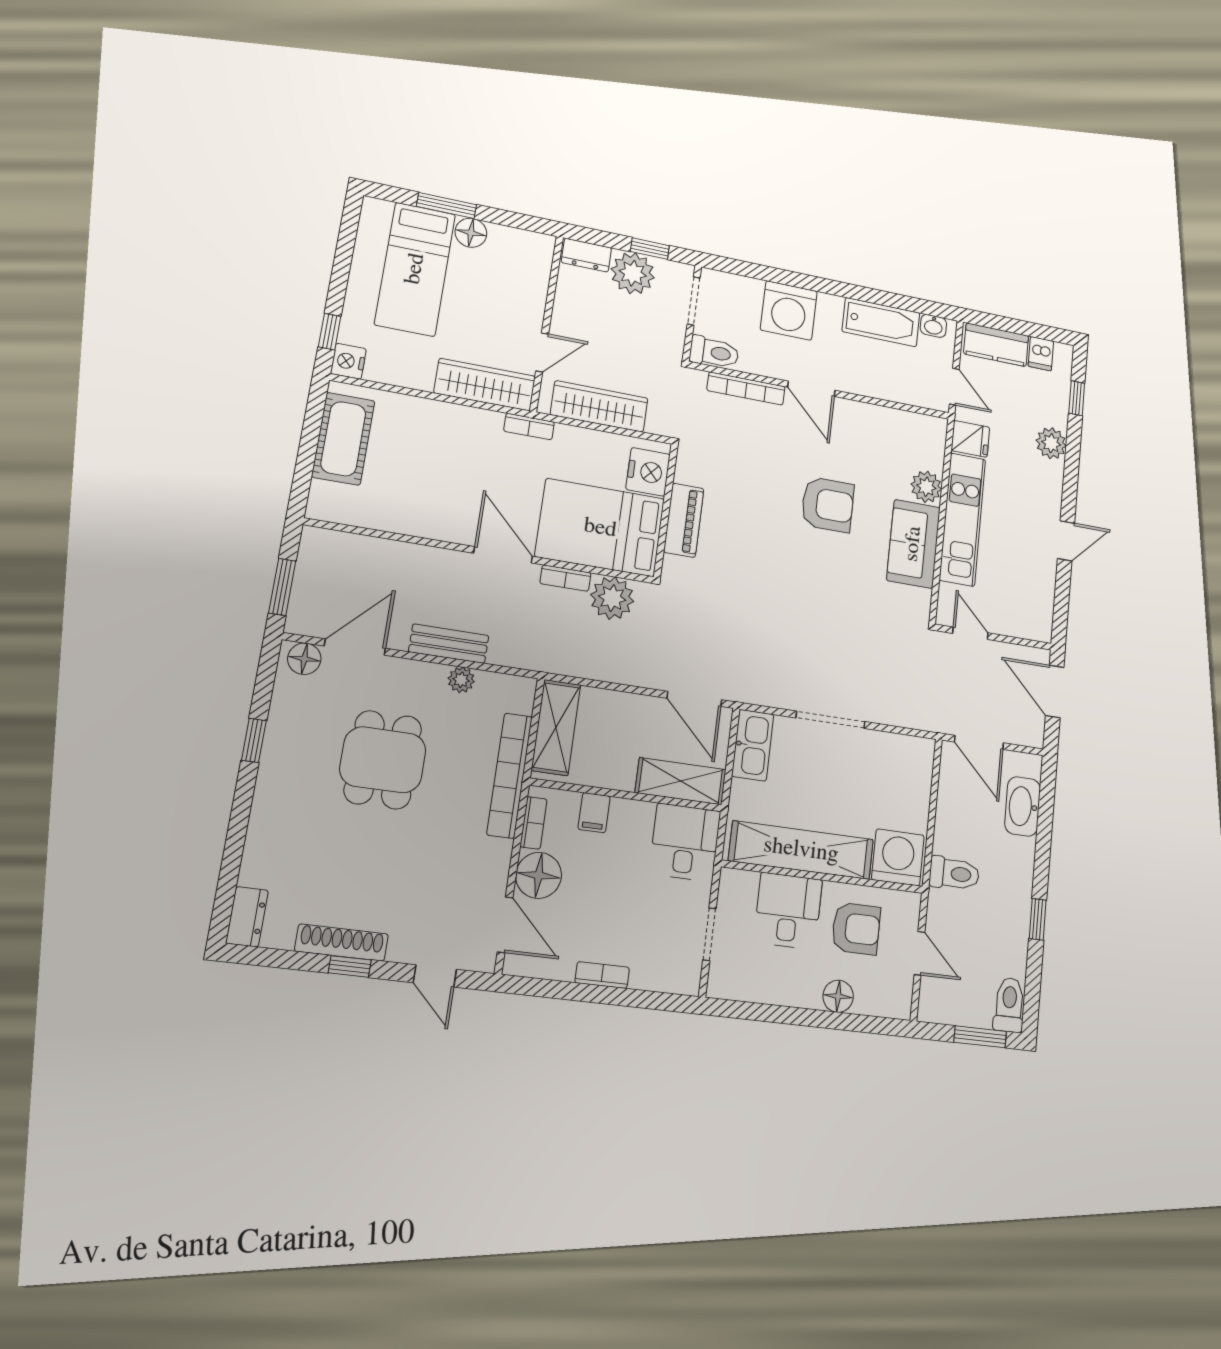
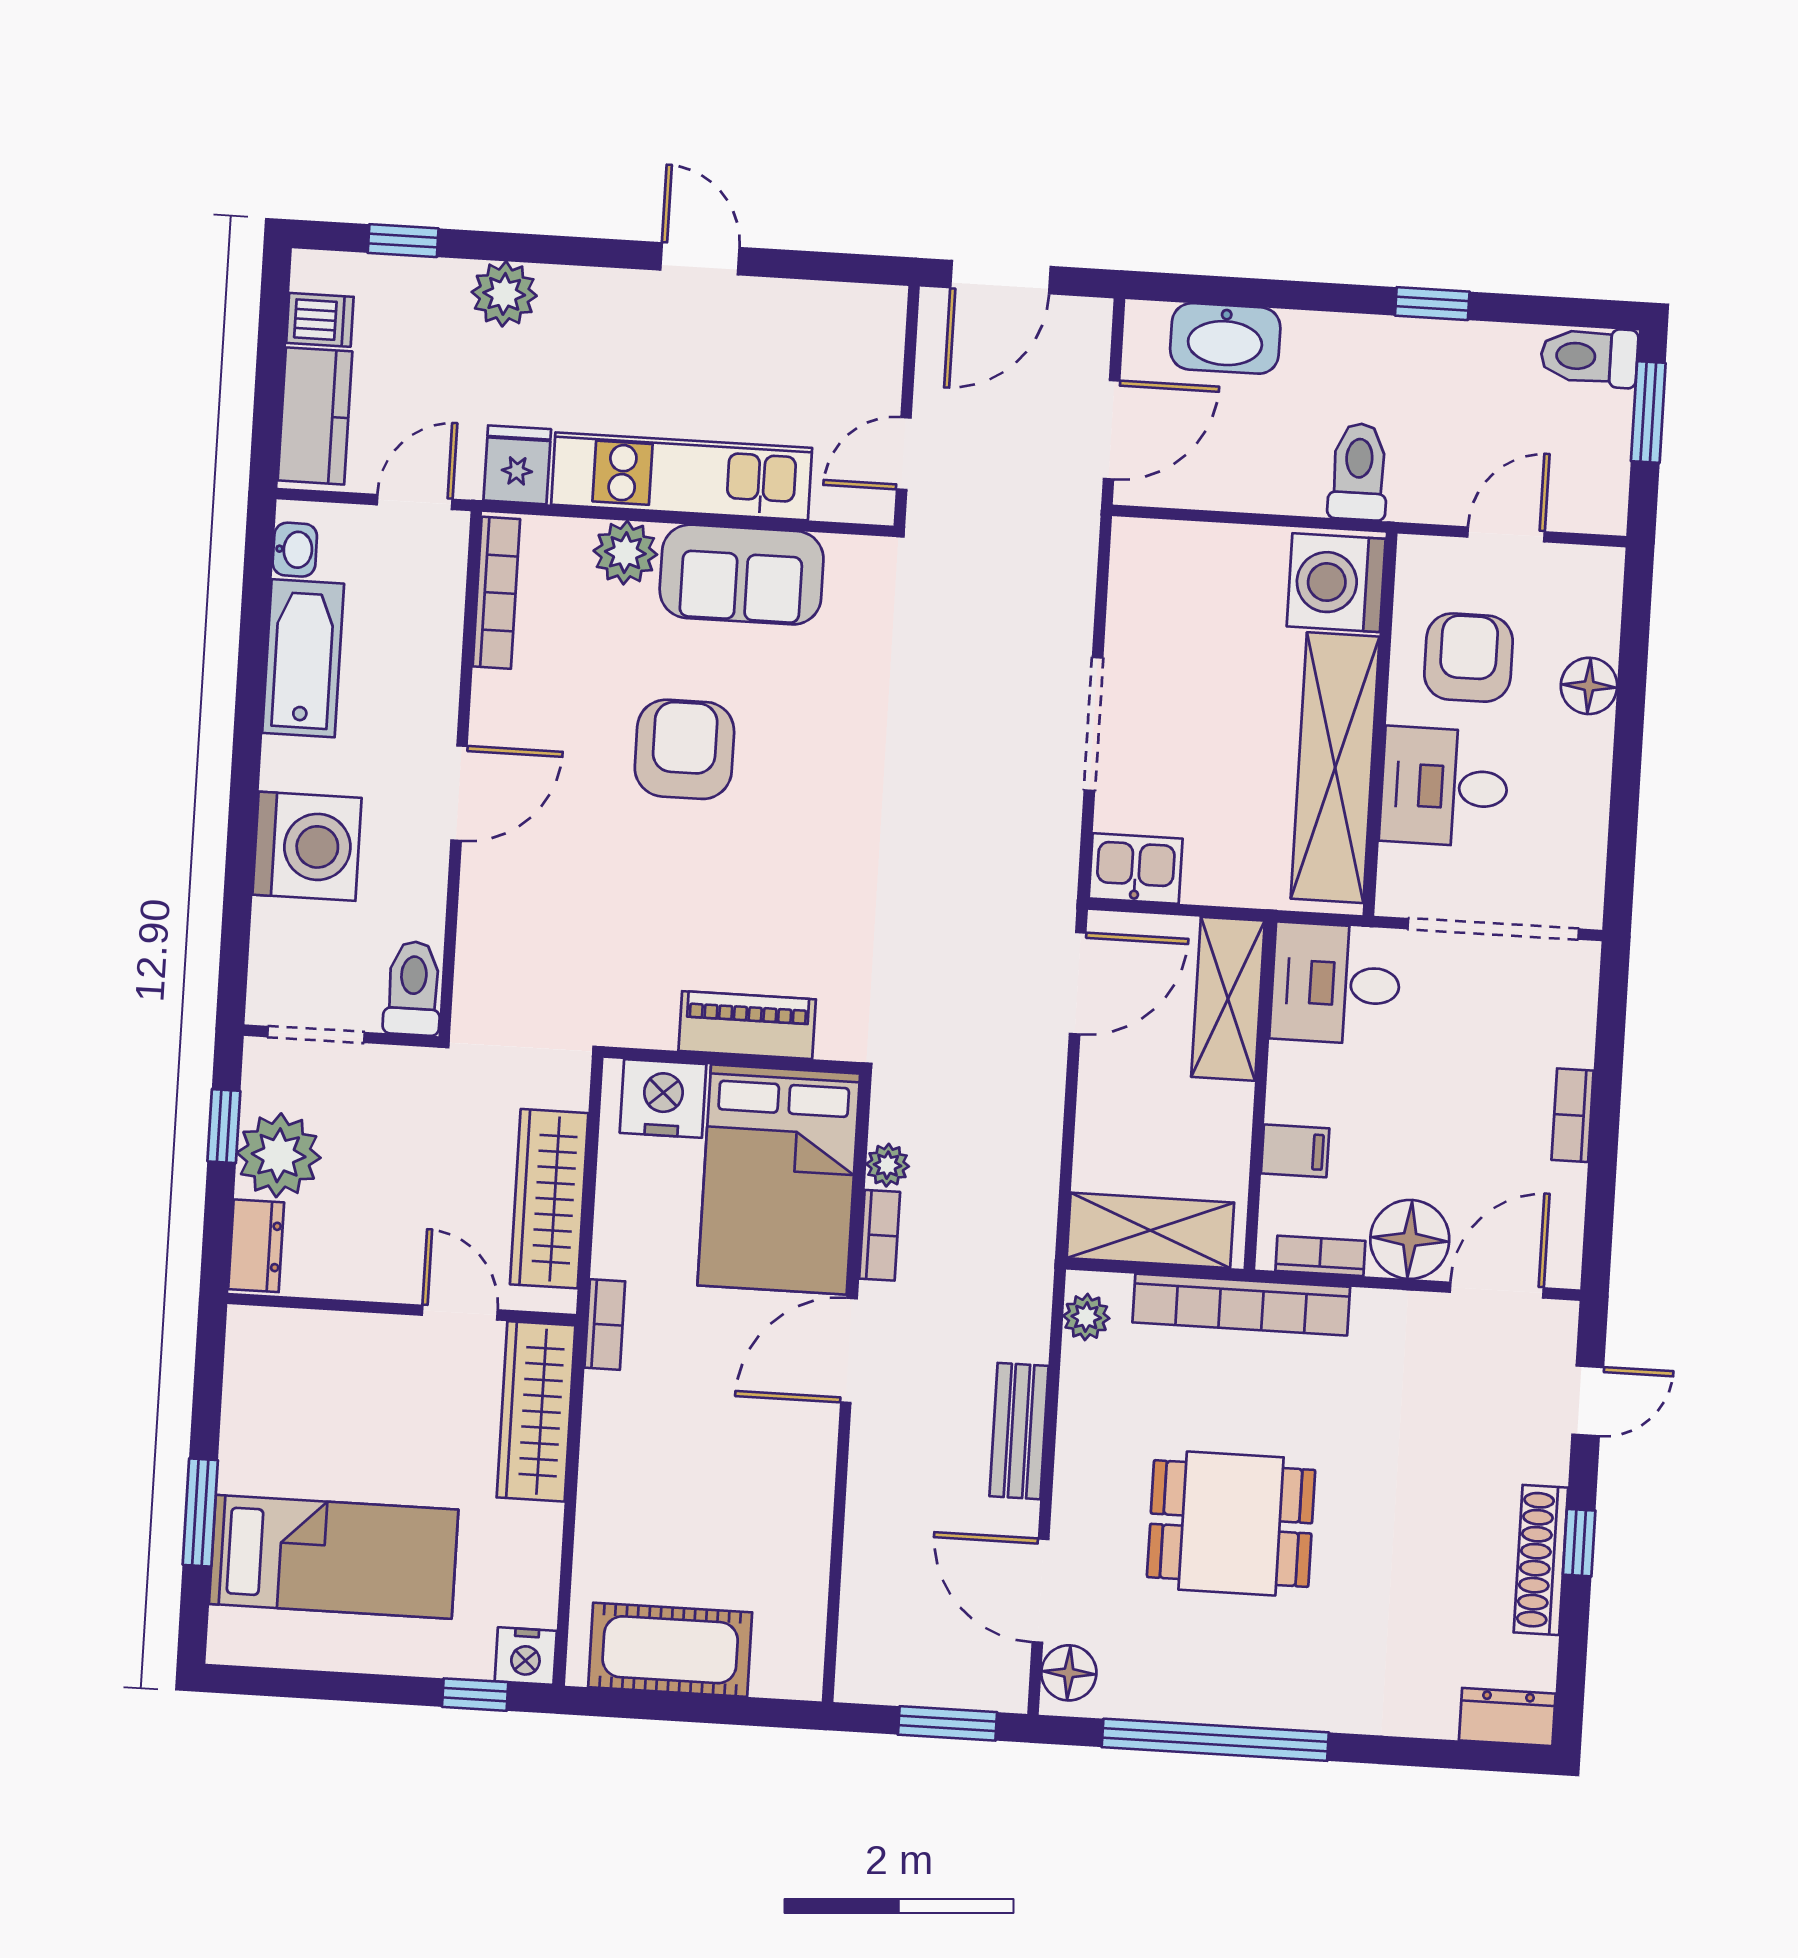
floor lamp: (471, 233) -> (246, 1463), removed
bookcase: (746, 388) -> (496, 593), moved
plant: (612, 598) -> (888, 1165), width x0.53, depth x0.53
plant: (461, 680) -> (1086, 1317), moved
window: (254, 740) -> (1215, 1740), width x3.17
kitchen sink: (753, 745) -> (1136, 869), width x0.73
doorway: (709, 934) -> (1493, 929), width x1.88

